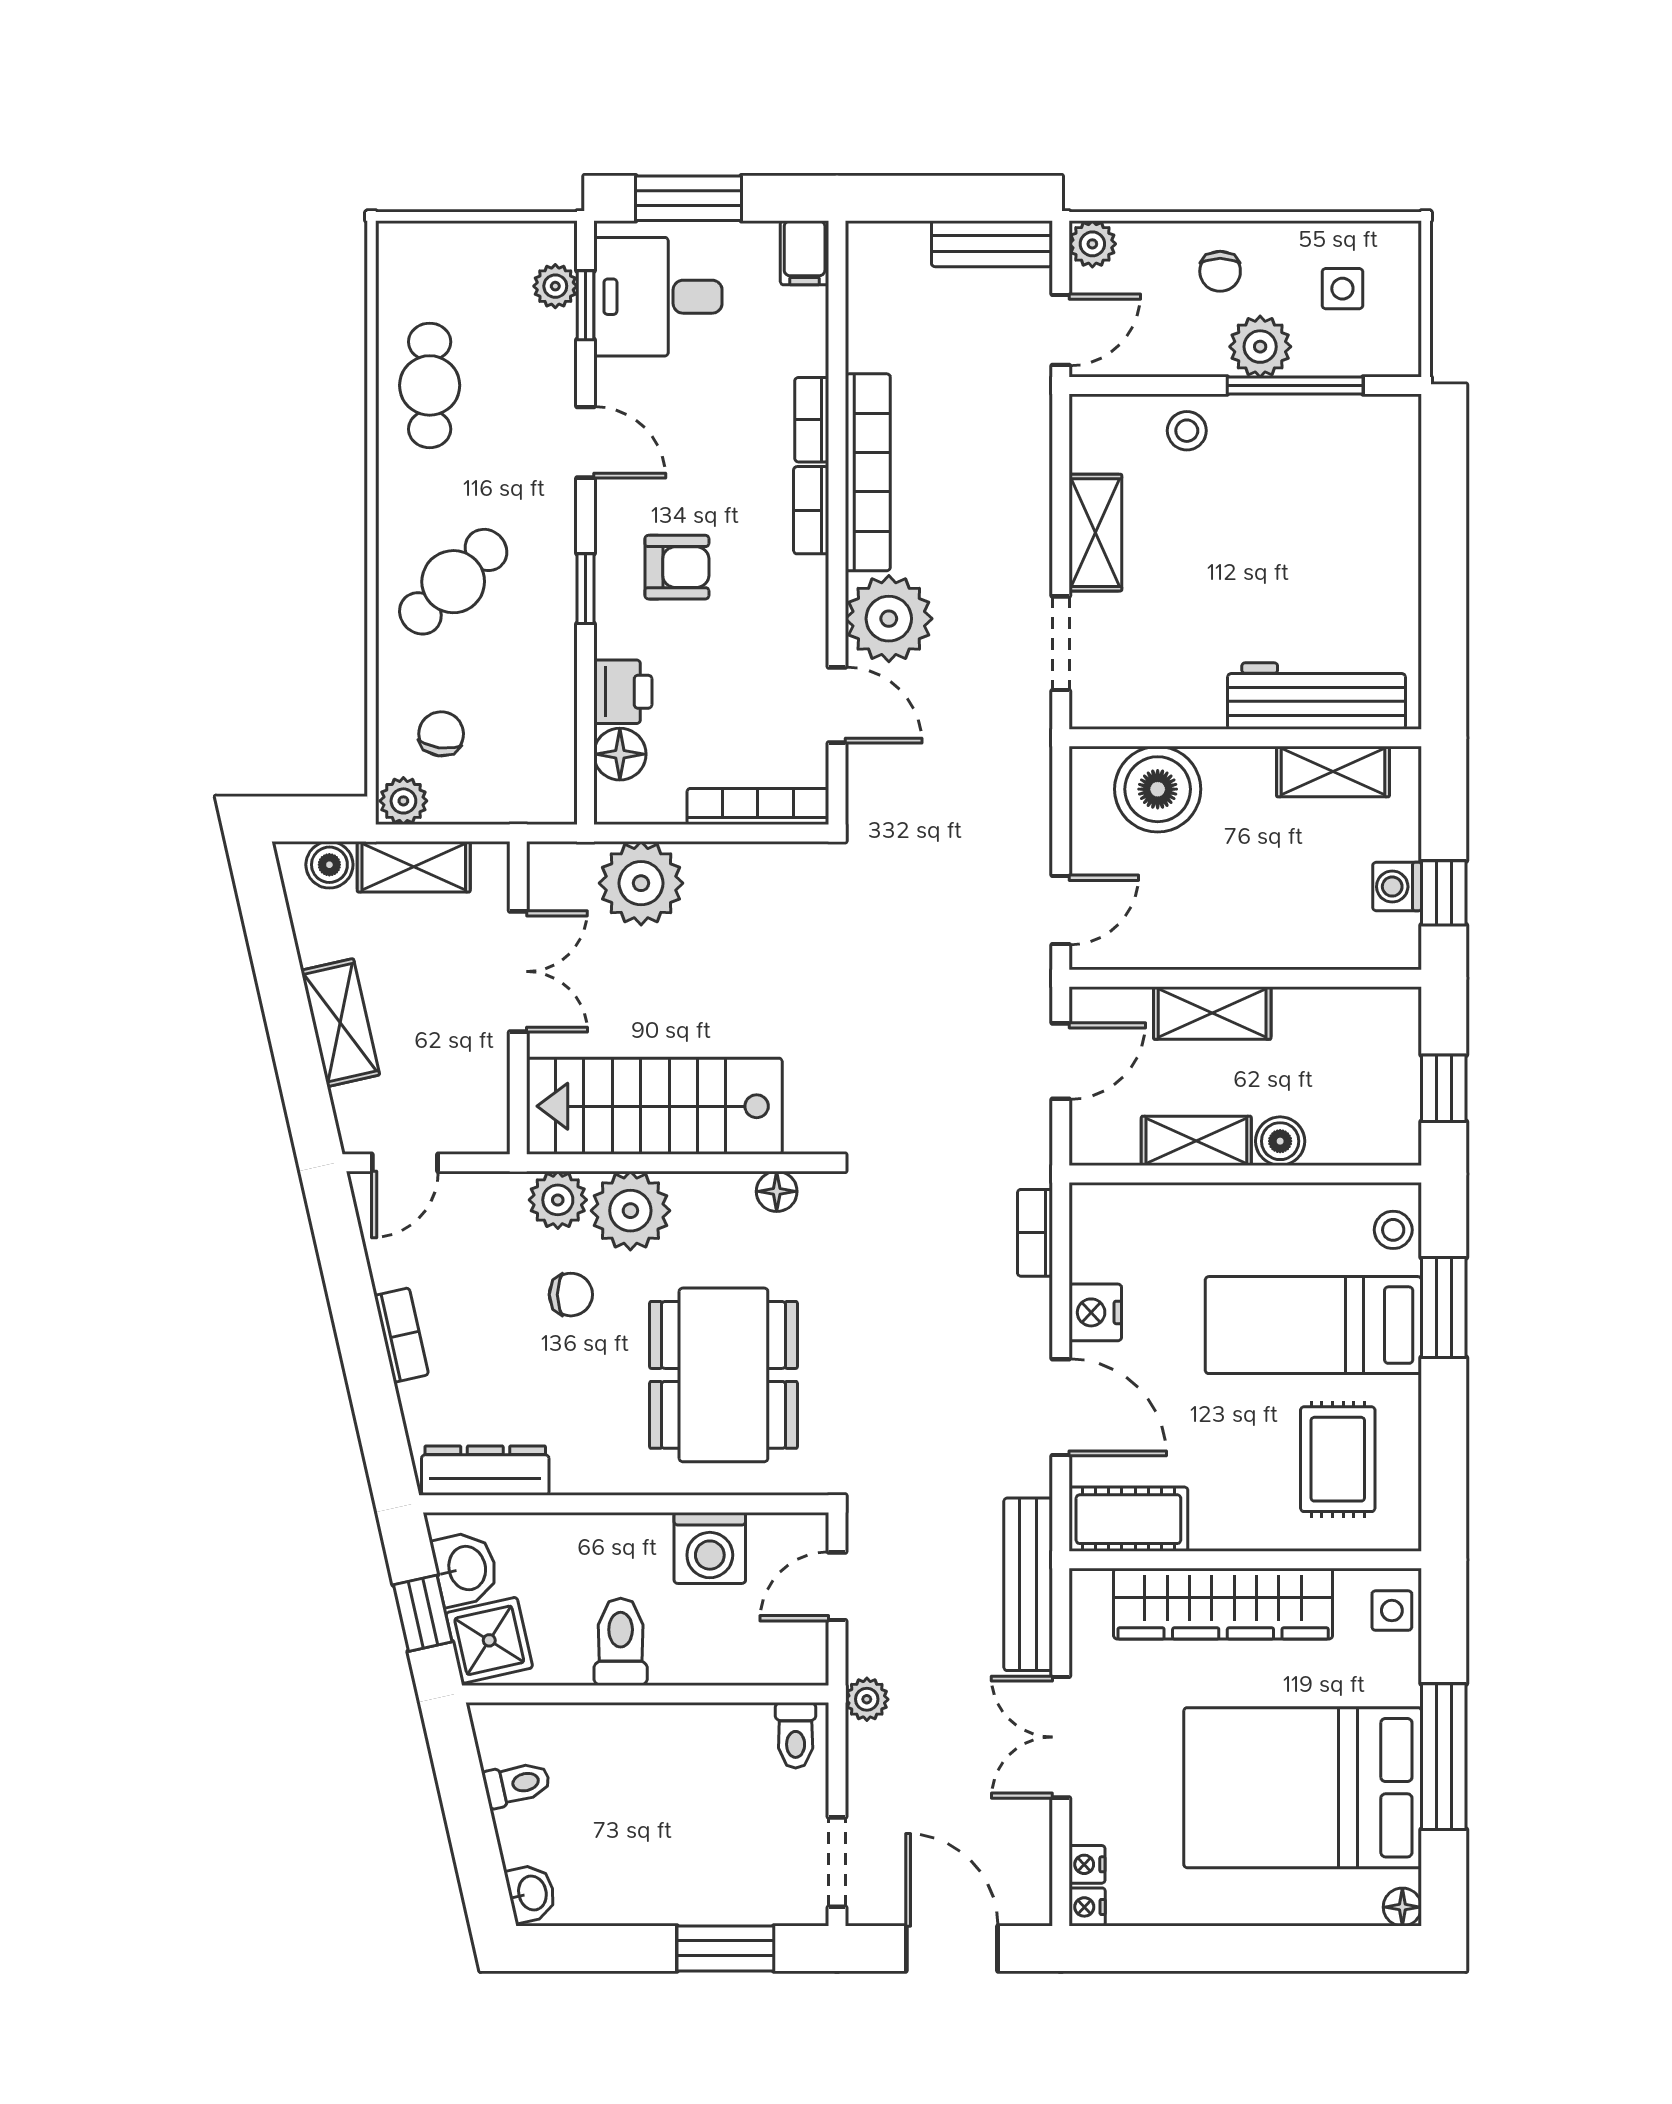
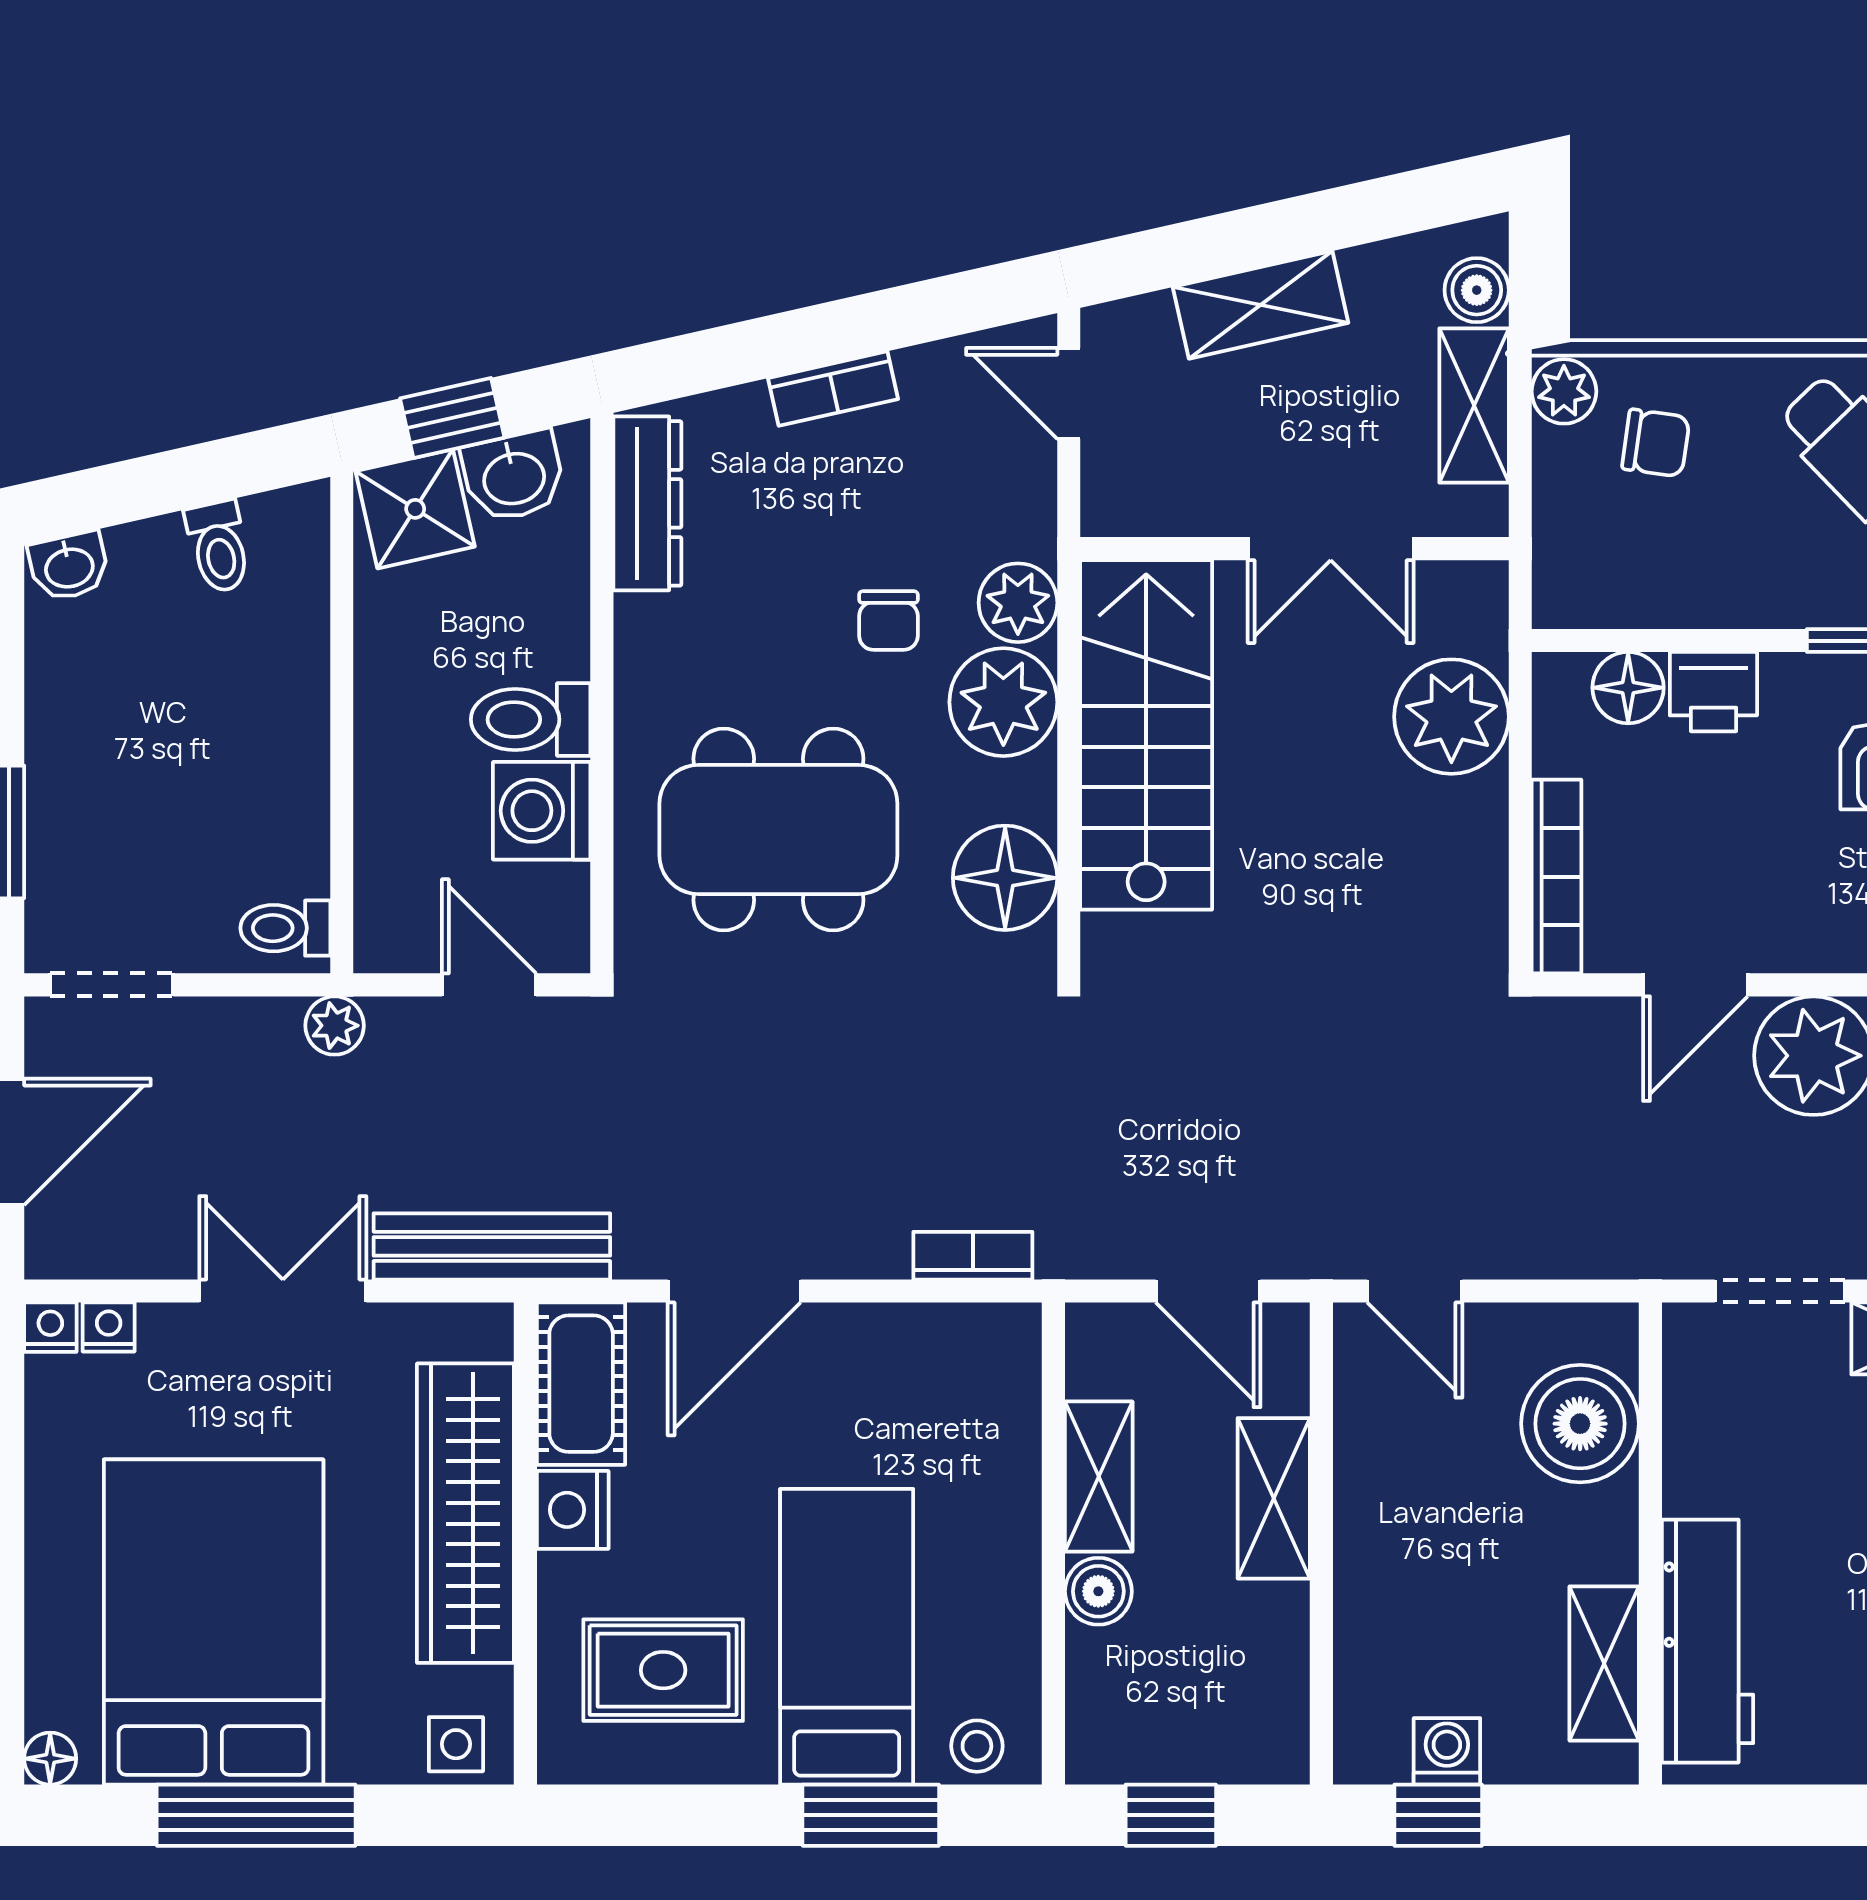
floor lamp: (777, 1191) -> (1005, 878), width x1.89, depth x1.89
nightstand: (1095, 1312) -> (573, 1510), moved, turned -90
toilet: (621, 1642) -> (531, 719), moved, turned 180

